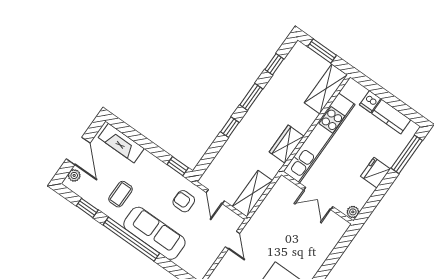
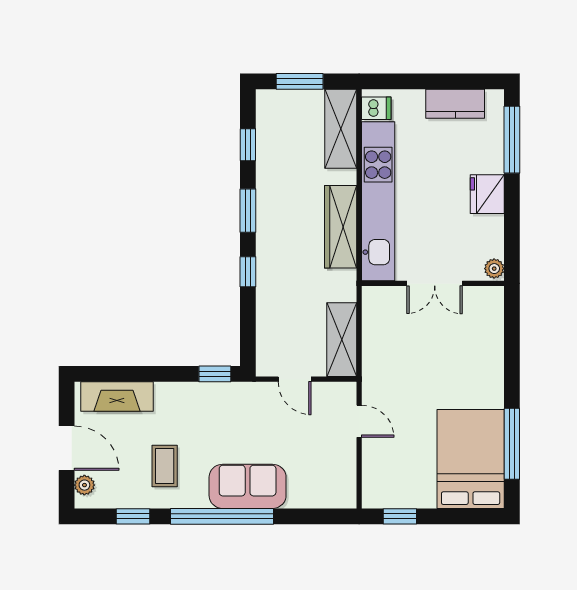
dishwasher: (370, 102) -> (376, 108), moved, turned -90
wardrobe: (287, 144) -> (341, 227), width x1.50
armchair: (184, 201) -> (257, 415), removed
sofa: (154, 233) -> (248, 486), width x0.73

